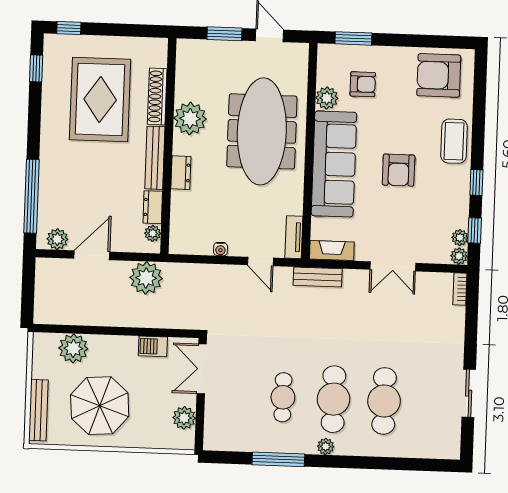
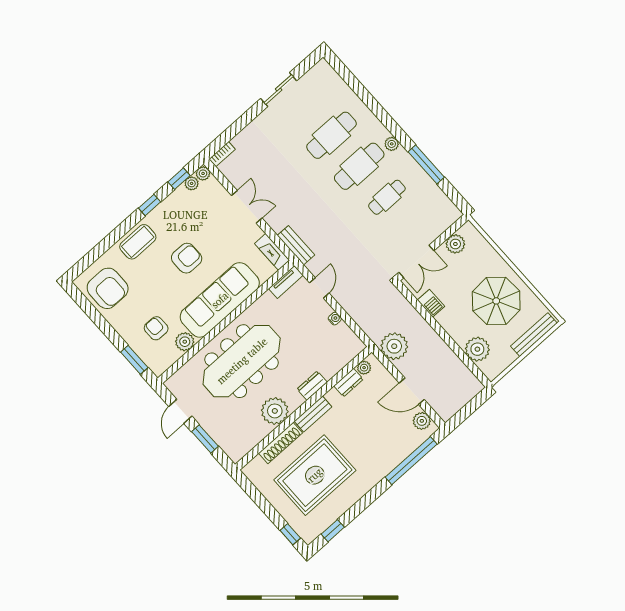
bench: (155, 158) -> (313, 414), width x0.73

